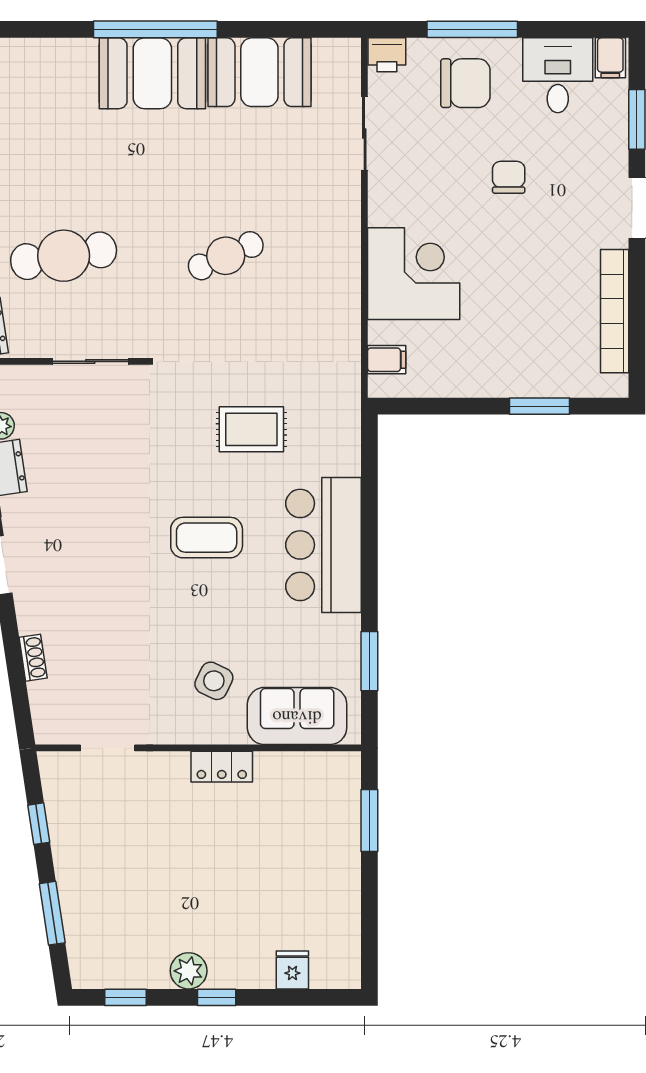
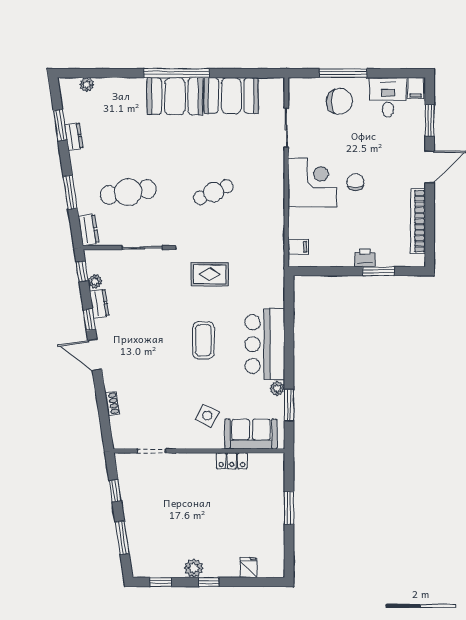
printer: (387, 55) -> (365, 258), moved, turned 180
chair: (509, 177) -> (355, 182), moved
corner desk: (414, 274) -> (312, 183), moved
rug: (251, 429) -> (210, 274), moved
coffee table: (207, 538) -> (203, 340), turned 90
plant: (347, 629) -> (277, 388), added
locker: (222, 767) -> (232, 461), moved
window: (369, 820) -> (289, 508), moved

